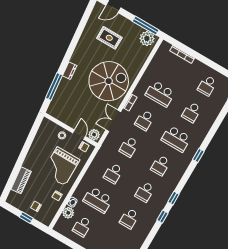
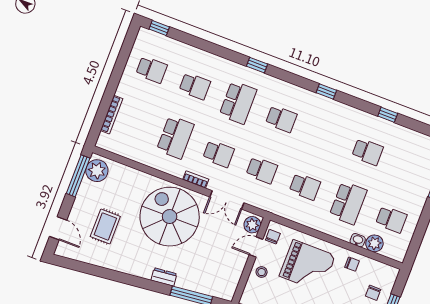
school desk: (145, 192) -> (324, 135), removed
window: (163, 217) -> (388, 115), moved

